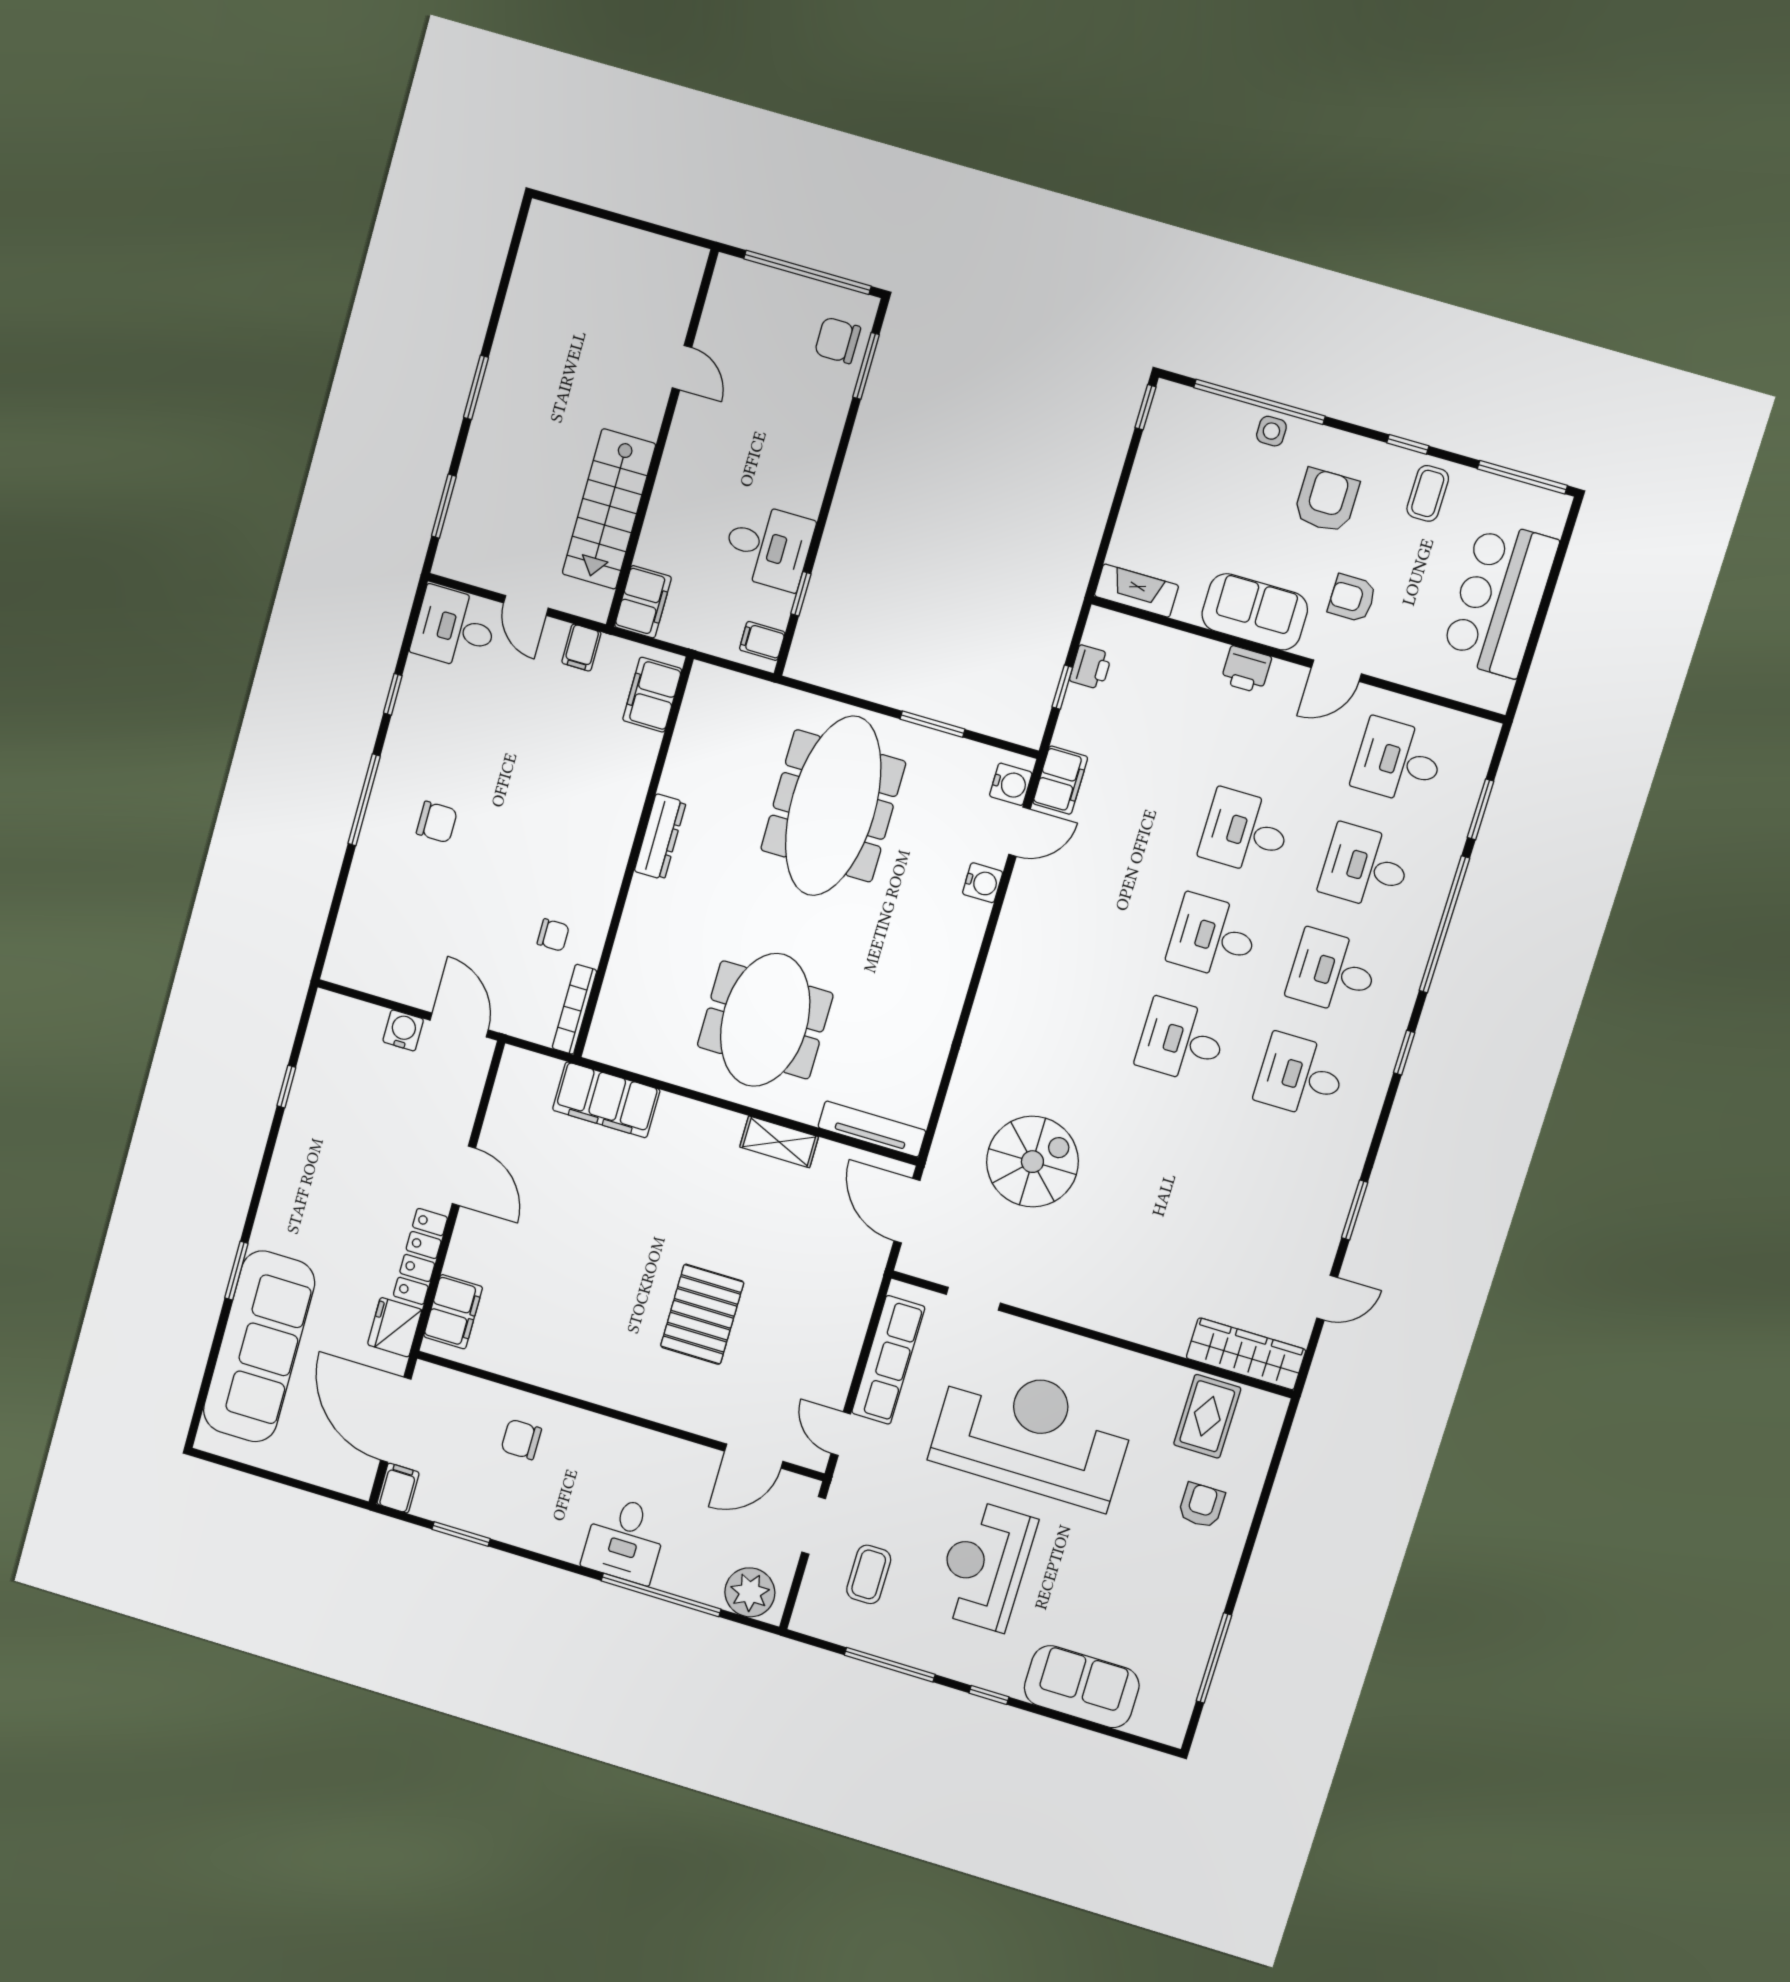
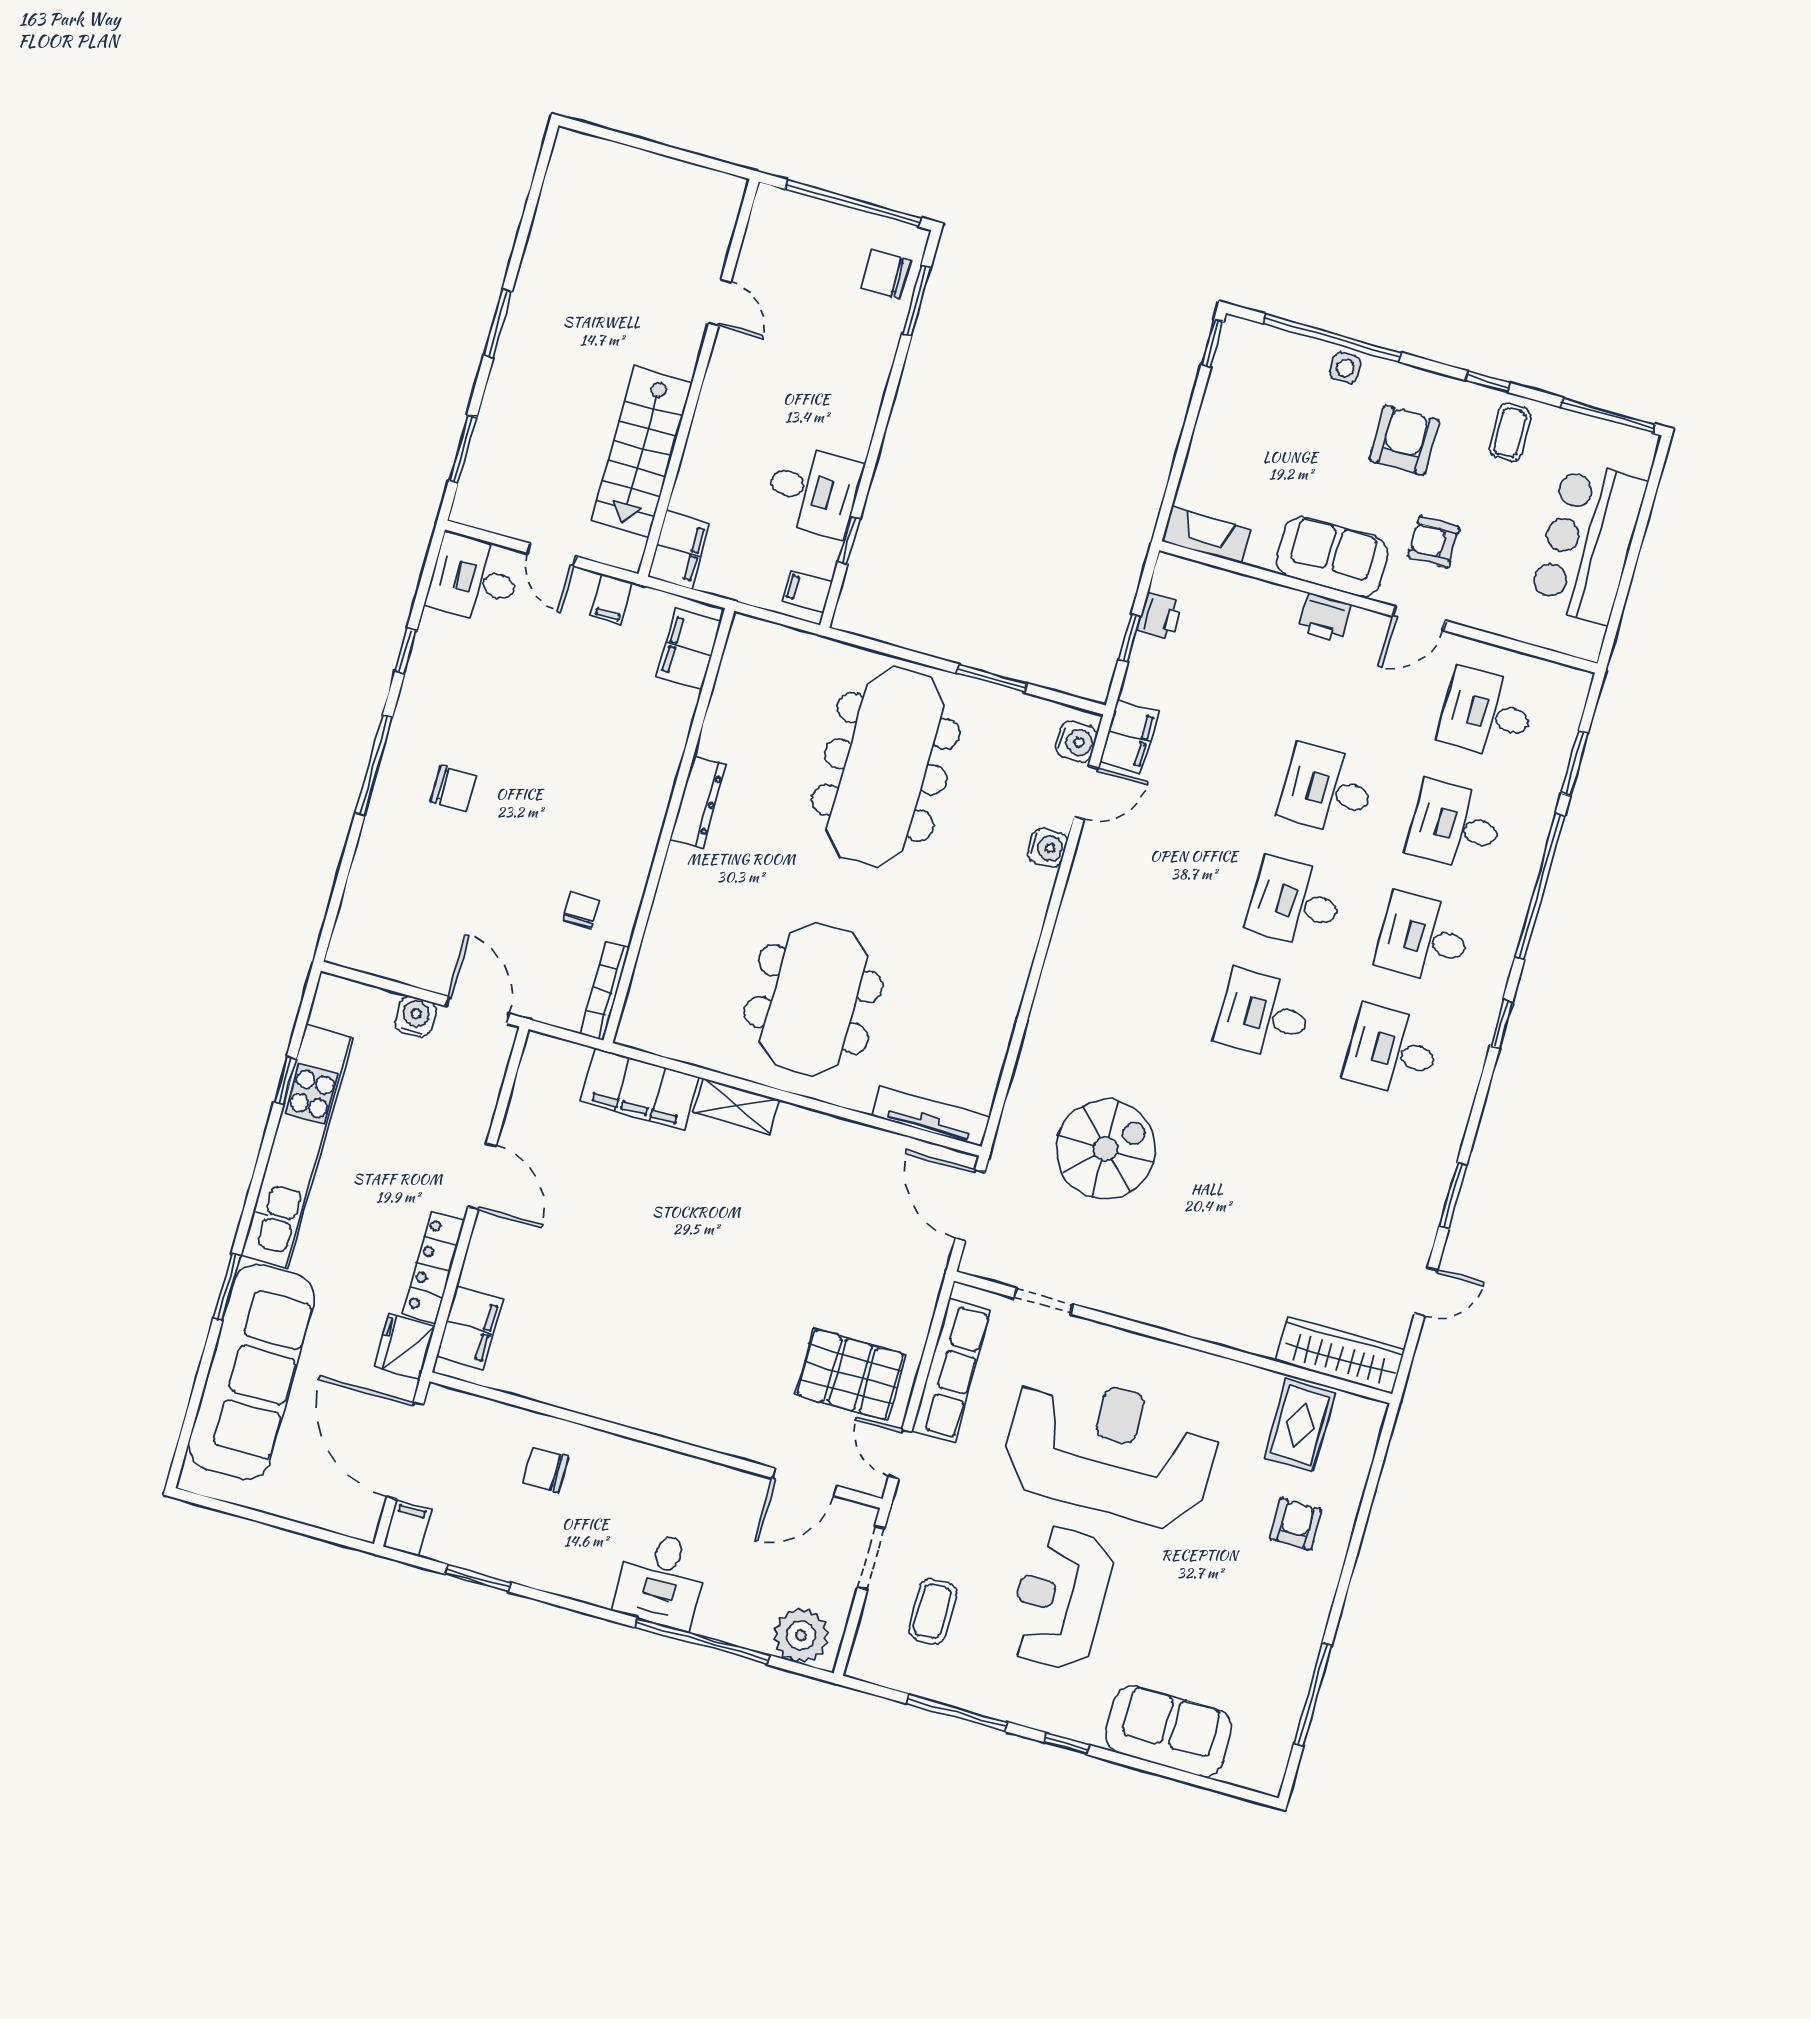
chair: (553, 935) -> (581, 910), turned -90
shelving: (779, 1142) -> (736, 1106), moved
kitchen unit: (298, 1146) -> (297, 1147), added
pallet: (702, 1314) -> (850, 1375), moved, turned 90

